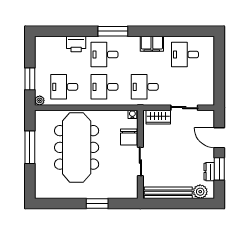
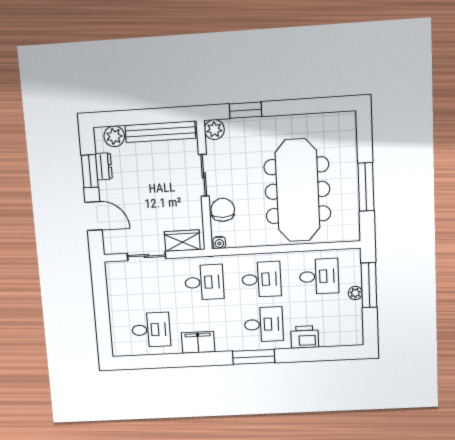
window: (30, 79) -> (369, 285), width x1.44
plant: (40, 100) -> (355, 293), moved
plant: (131, 192) -> (214, 130), added
window: (97, 204) -> (245, 110), moved

